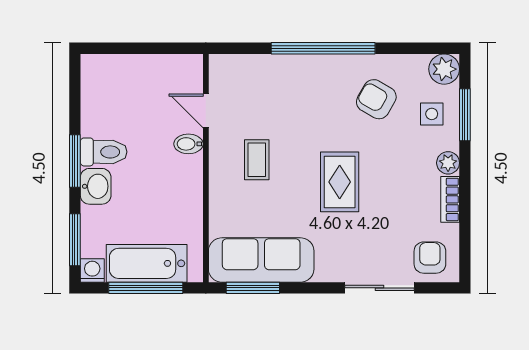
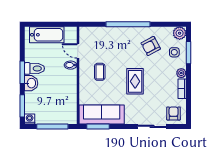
armchair: (376, 99) -> (151, 46), turned -58
bathtub: (147, 263) -> (47, 35), moved, turned 180

